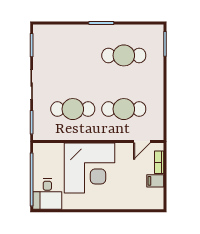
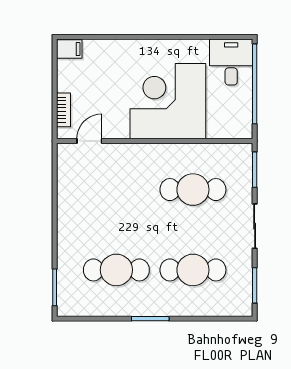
cafe table: (124, 109) -> (193, 270), moved
filing cabinet: (155, 181) -> (69, 49), moved

